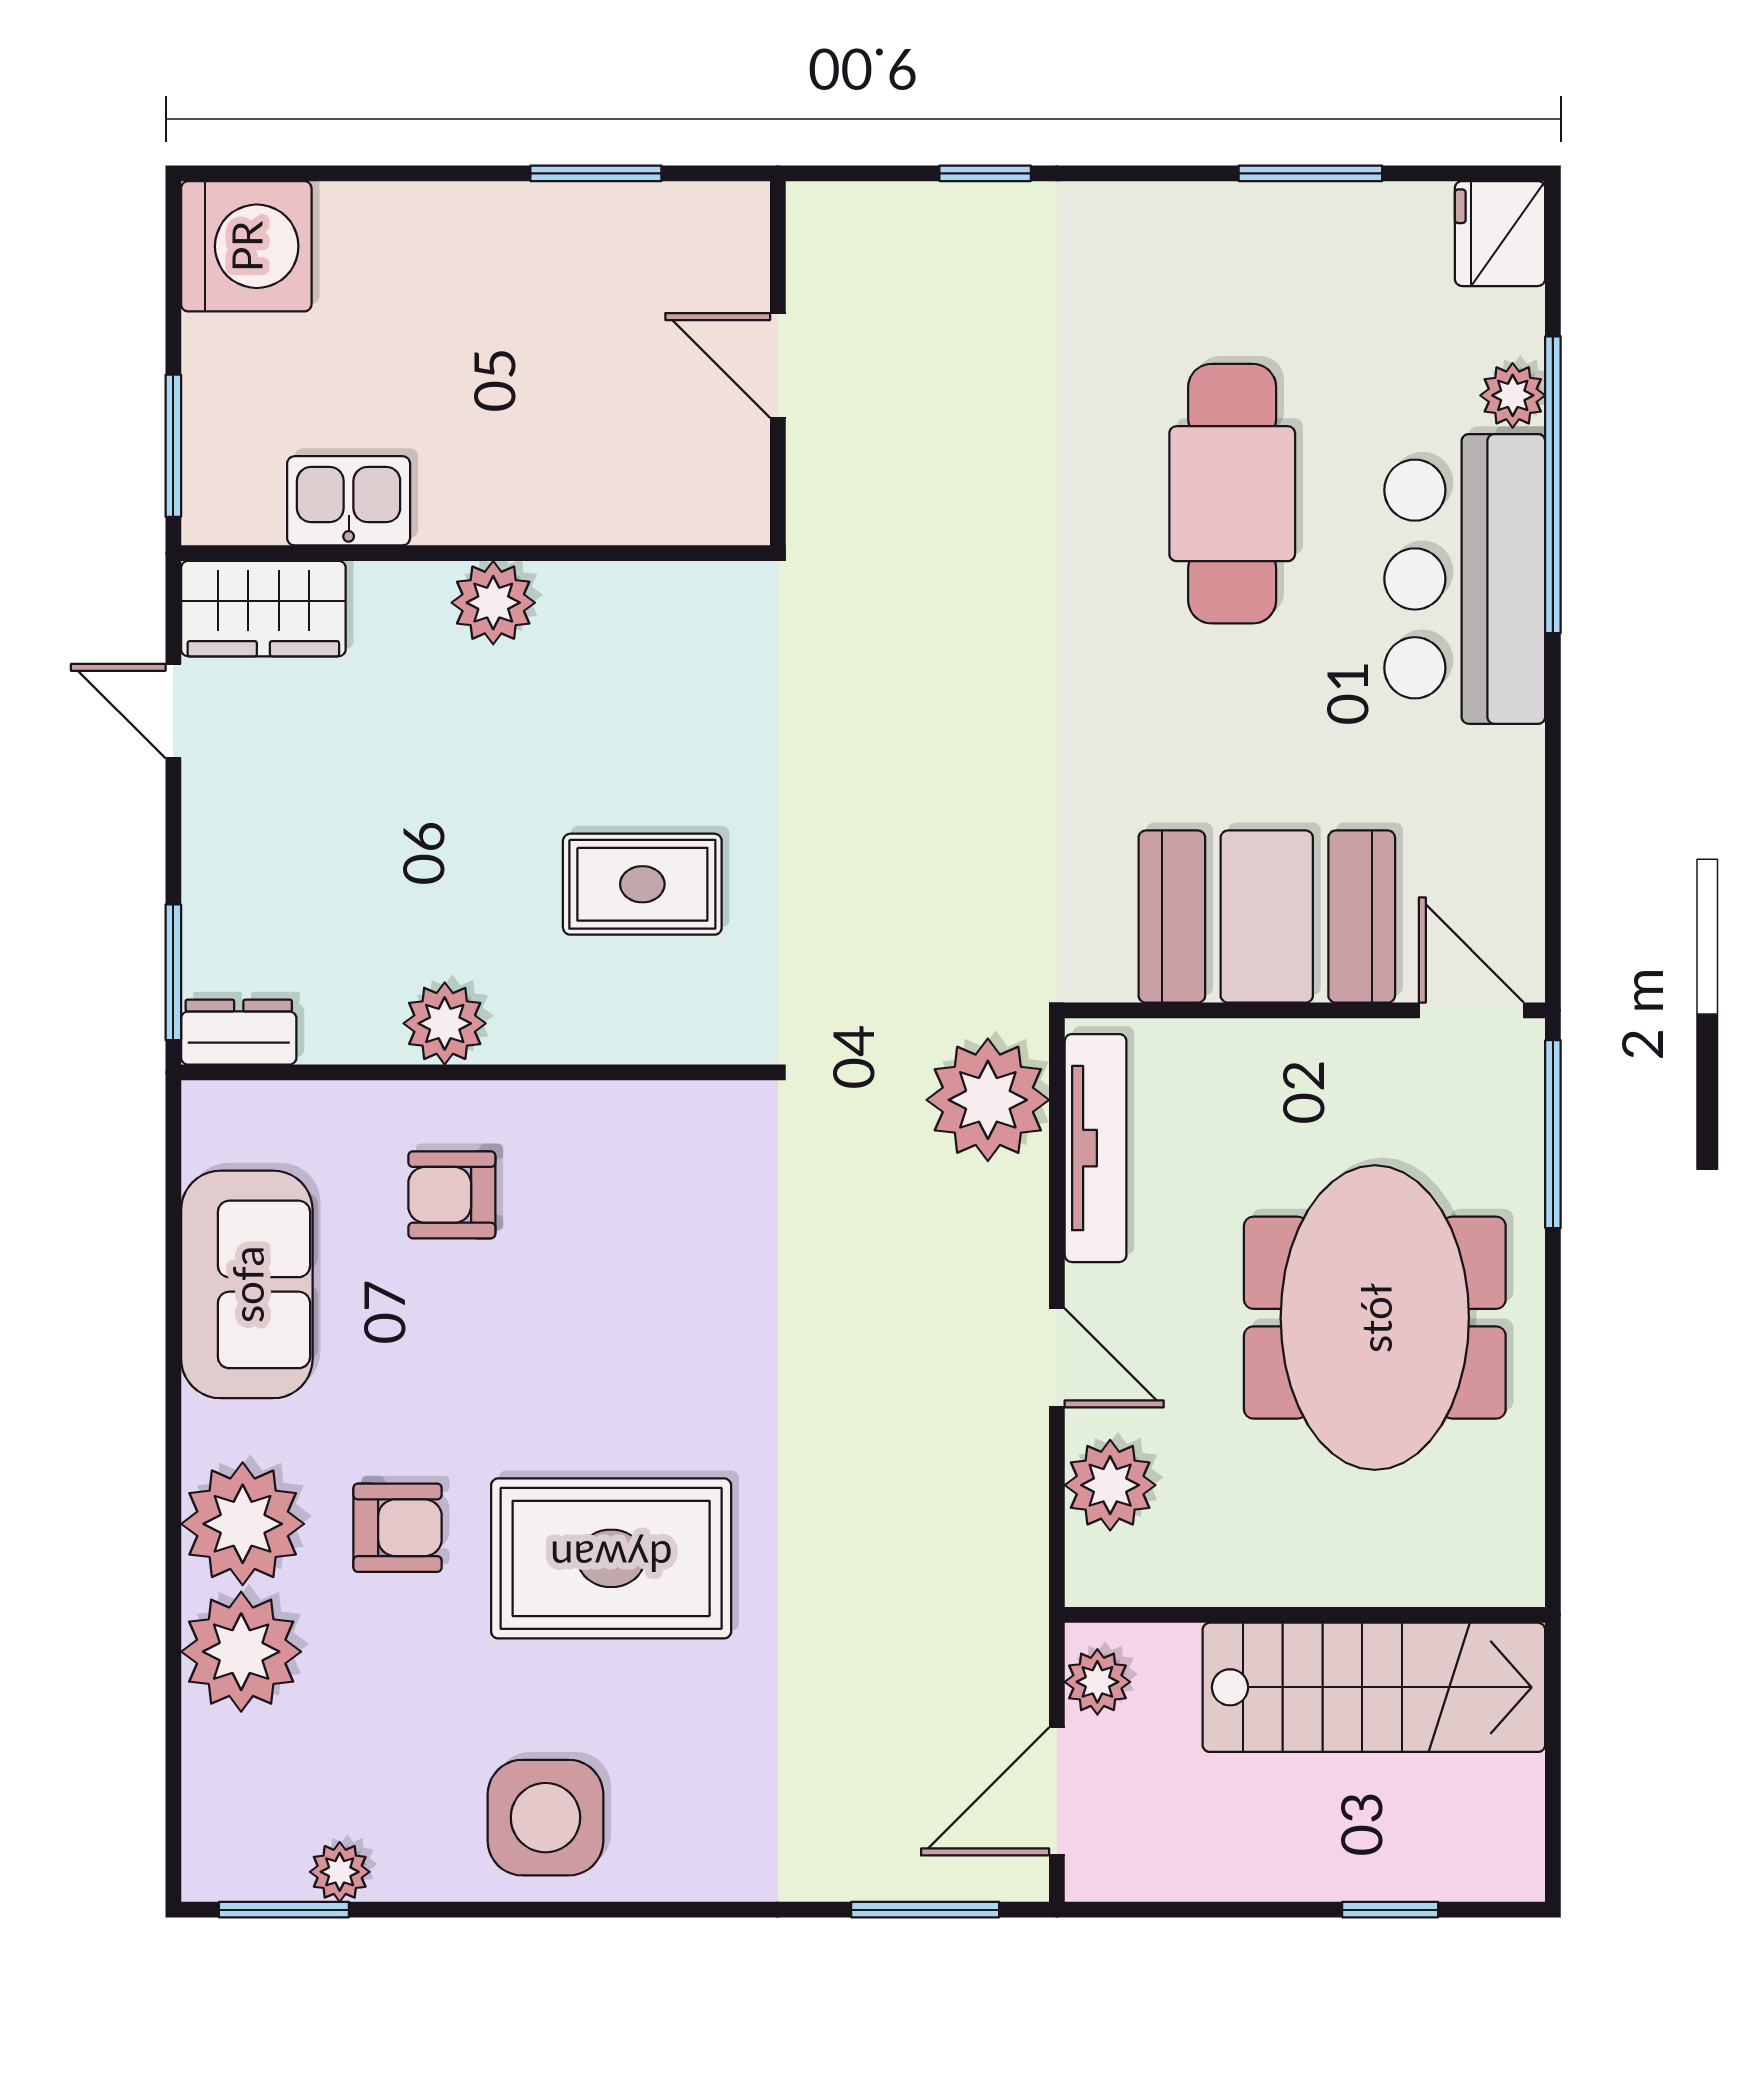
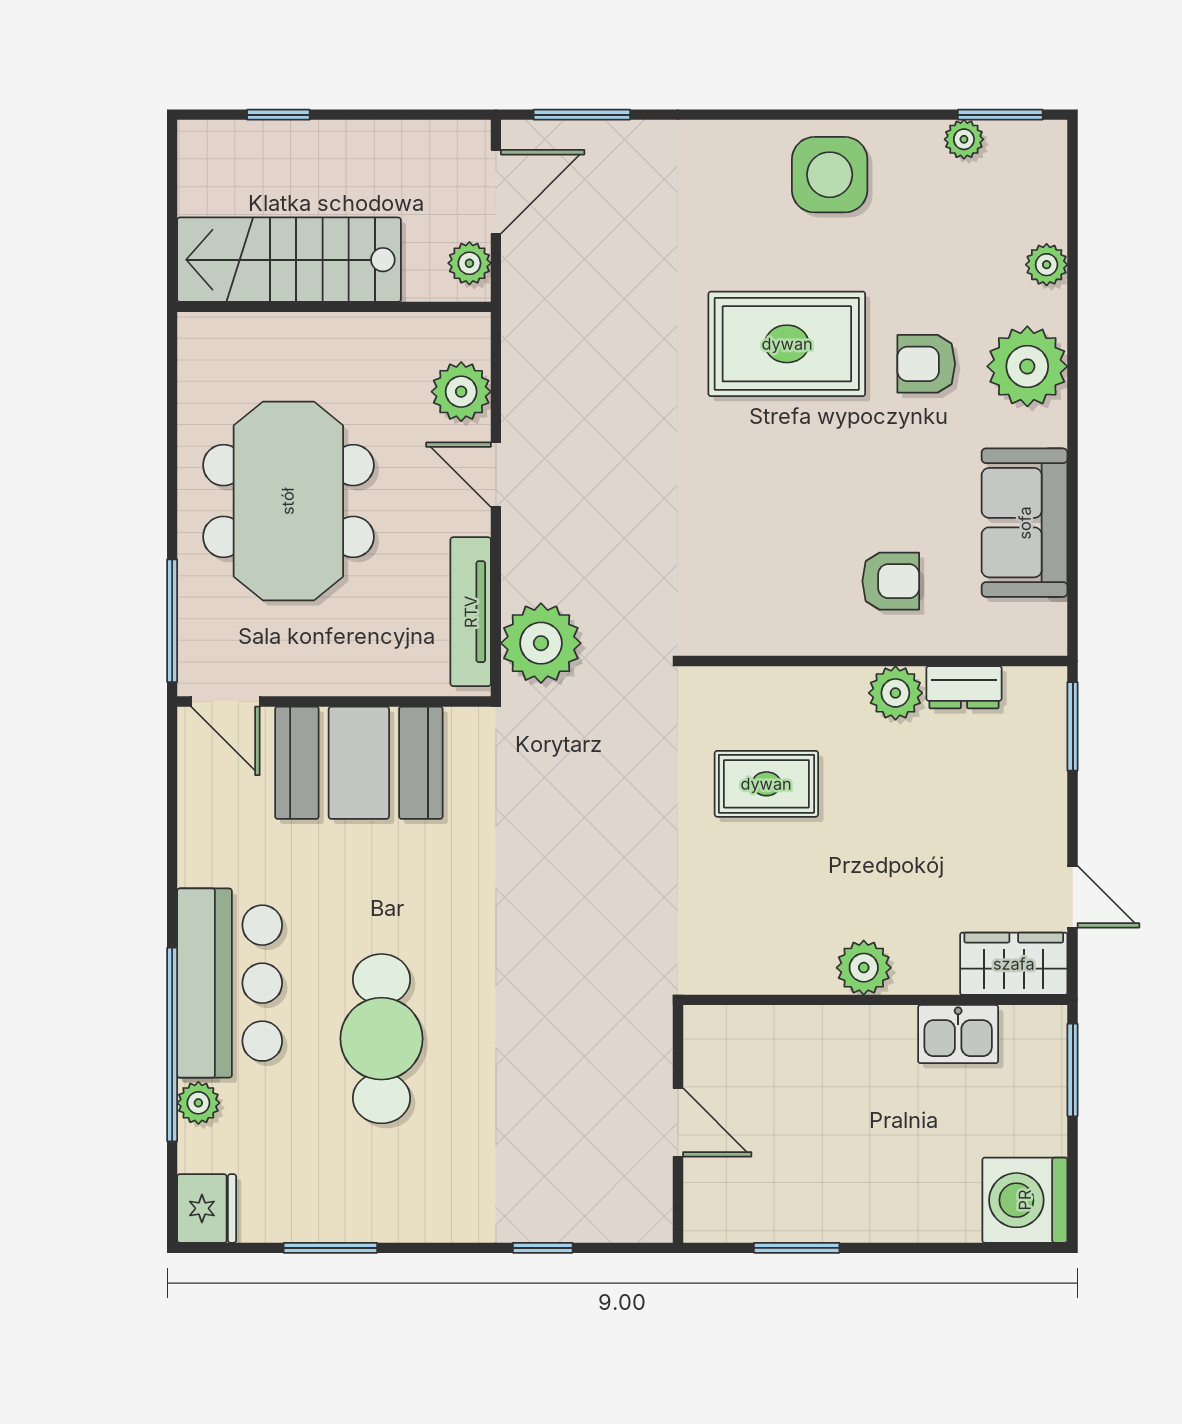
dresser: (239, 1032) -> (964, 687), moved
plant: (241, 1652) -> (1047, 265), width x0.53, depth x0.53

